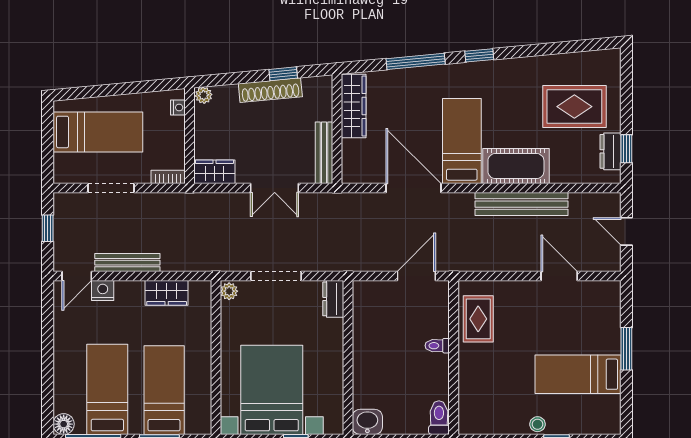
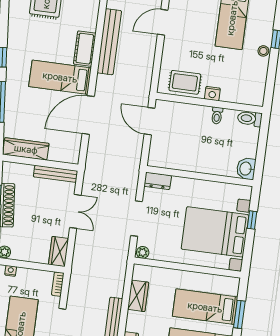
cot: (516, 166) -> (85, 49), width x0.73, depth x0.75
toilet: (437, 346) -> (217, 115), moved
nightstand: (467, 360) -> (212, 94), added

